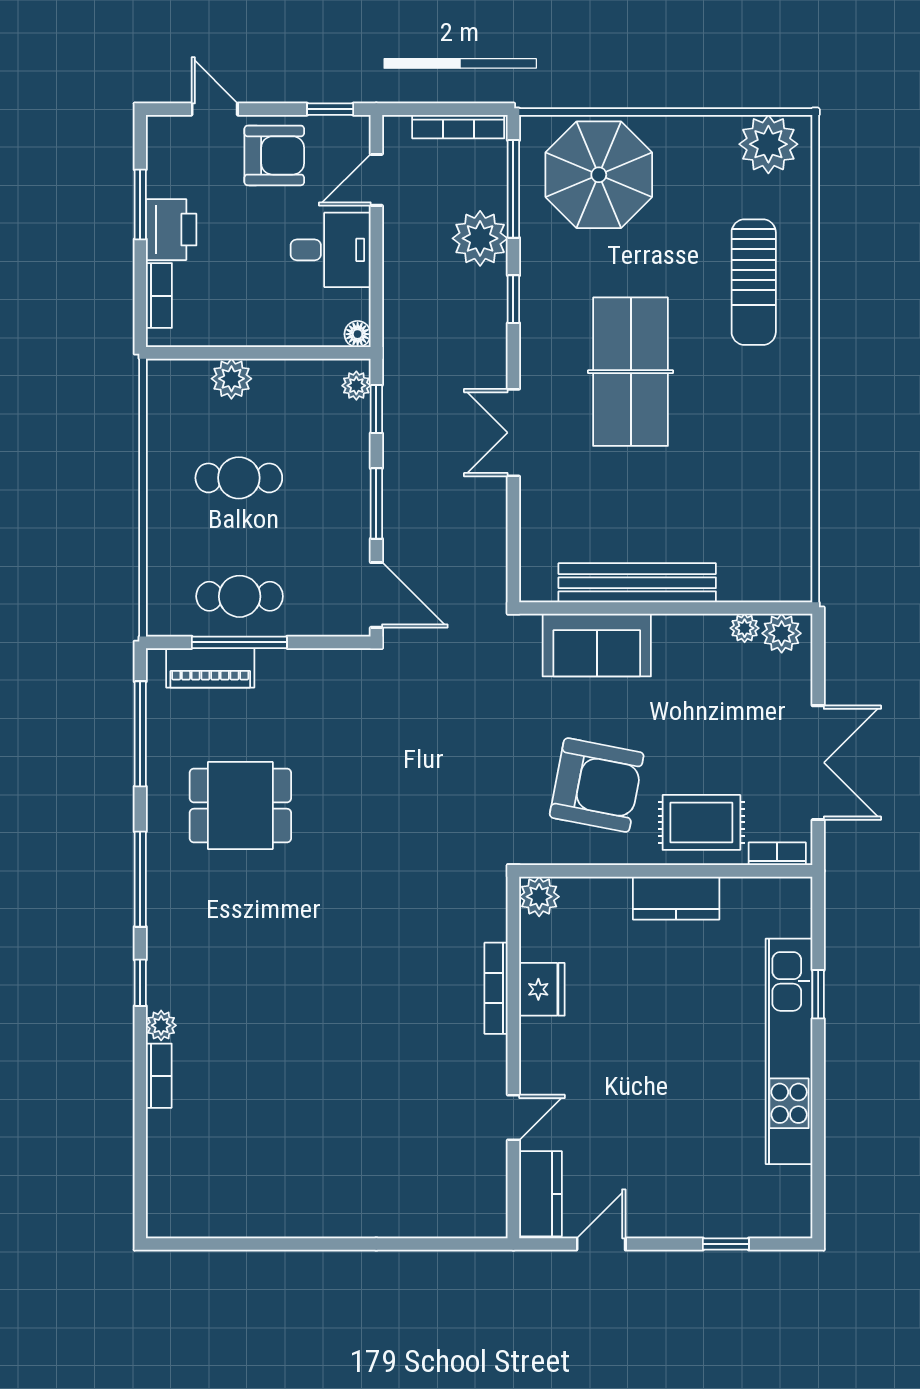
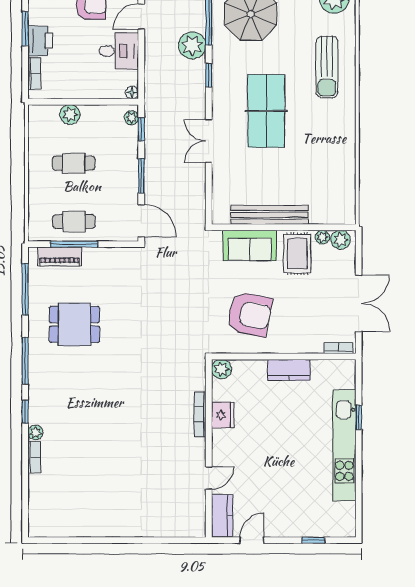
rug: (701, 822) -> (297, 254), moved, turned 90

